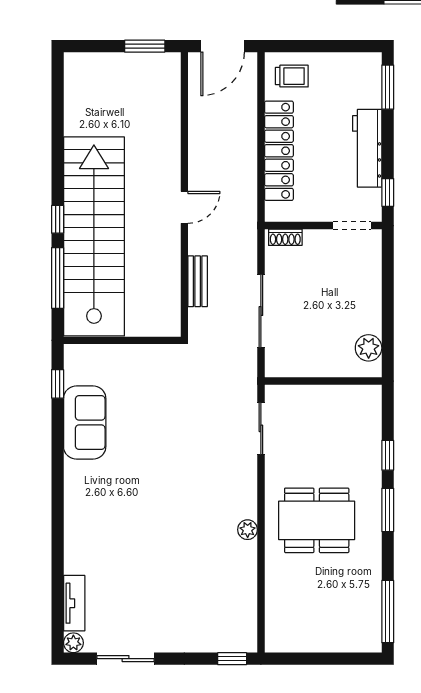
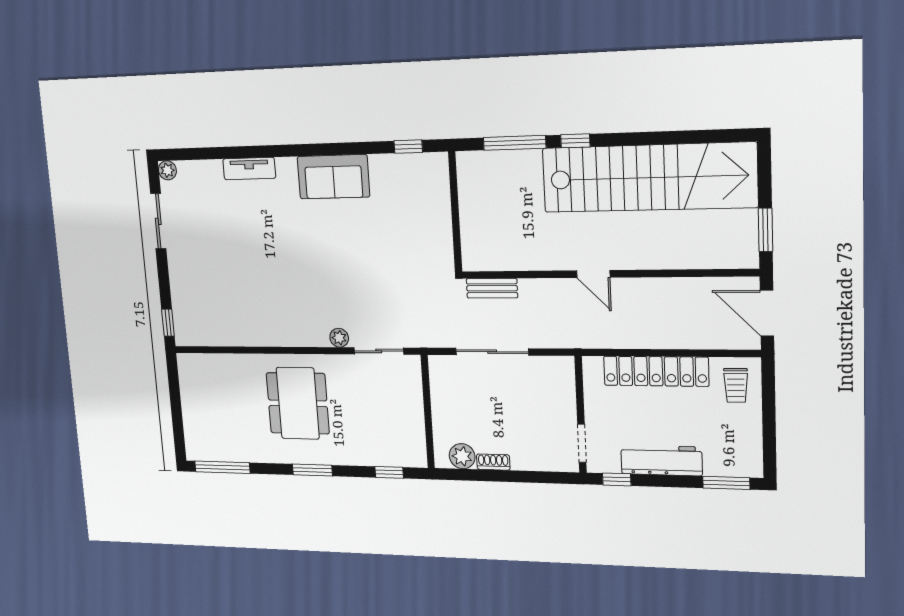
stairs: (94, 236) -> (649, 178), moved
shoe rack: (285, 237) -> (493, 462), moved, turned 90
bench: (198, 281) -> (492, 288), moved
sofa: (85, 423) -> (333, 177), moved
window: (388, 455) -> (389, 472), moved
plant: (248, 530) -> (339, 338), moved
tv unit: (74, 603) -> (249, 169), moved

